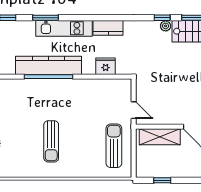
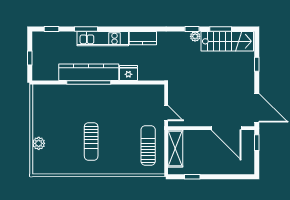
fridge: (106, 66) -> (128, 73), moved
shelving: (160, 137) -> (175, 148), moved, turned 90

